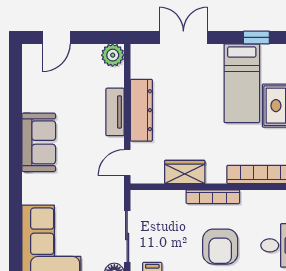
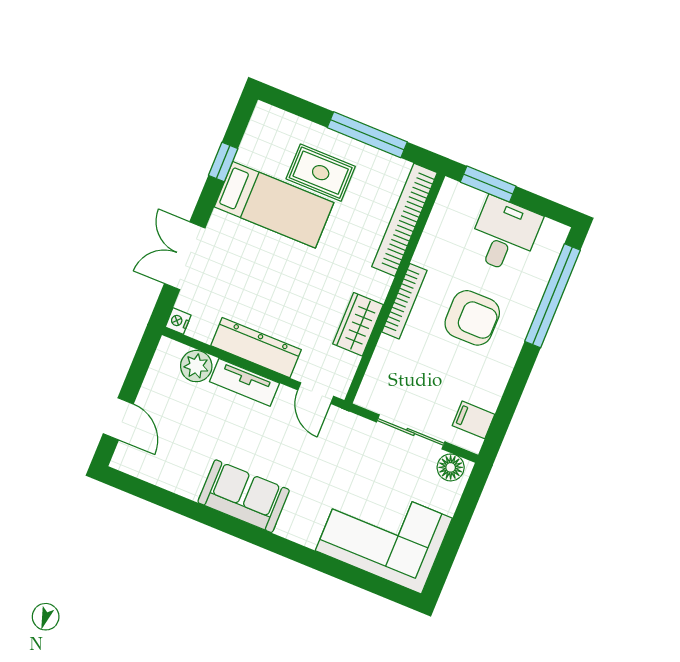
nightstand: (138, 51) -> (178, 321), added
plant: (113, 55) -> (196, 366), moved

